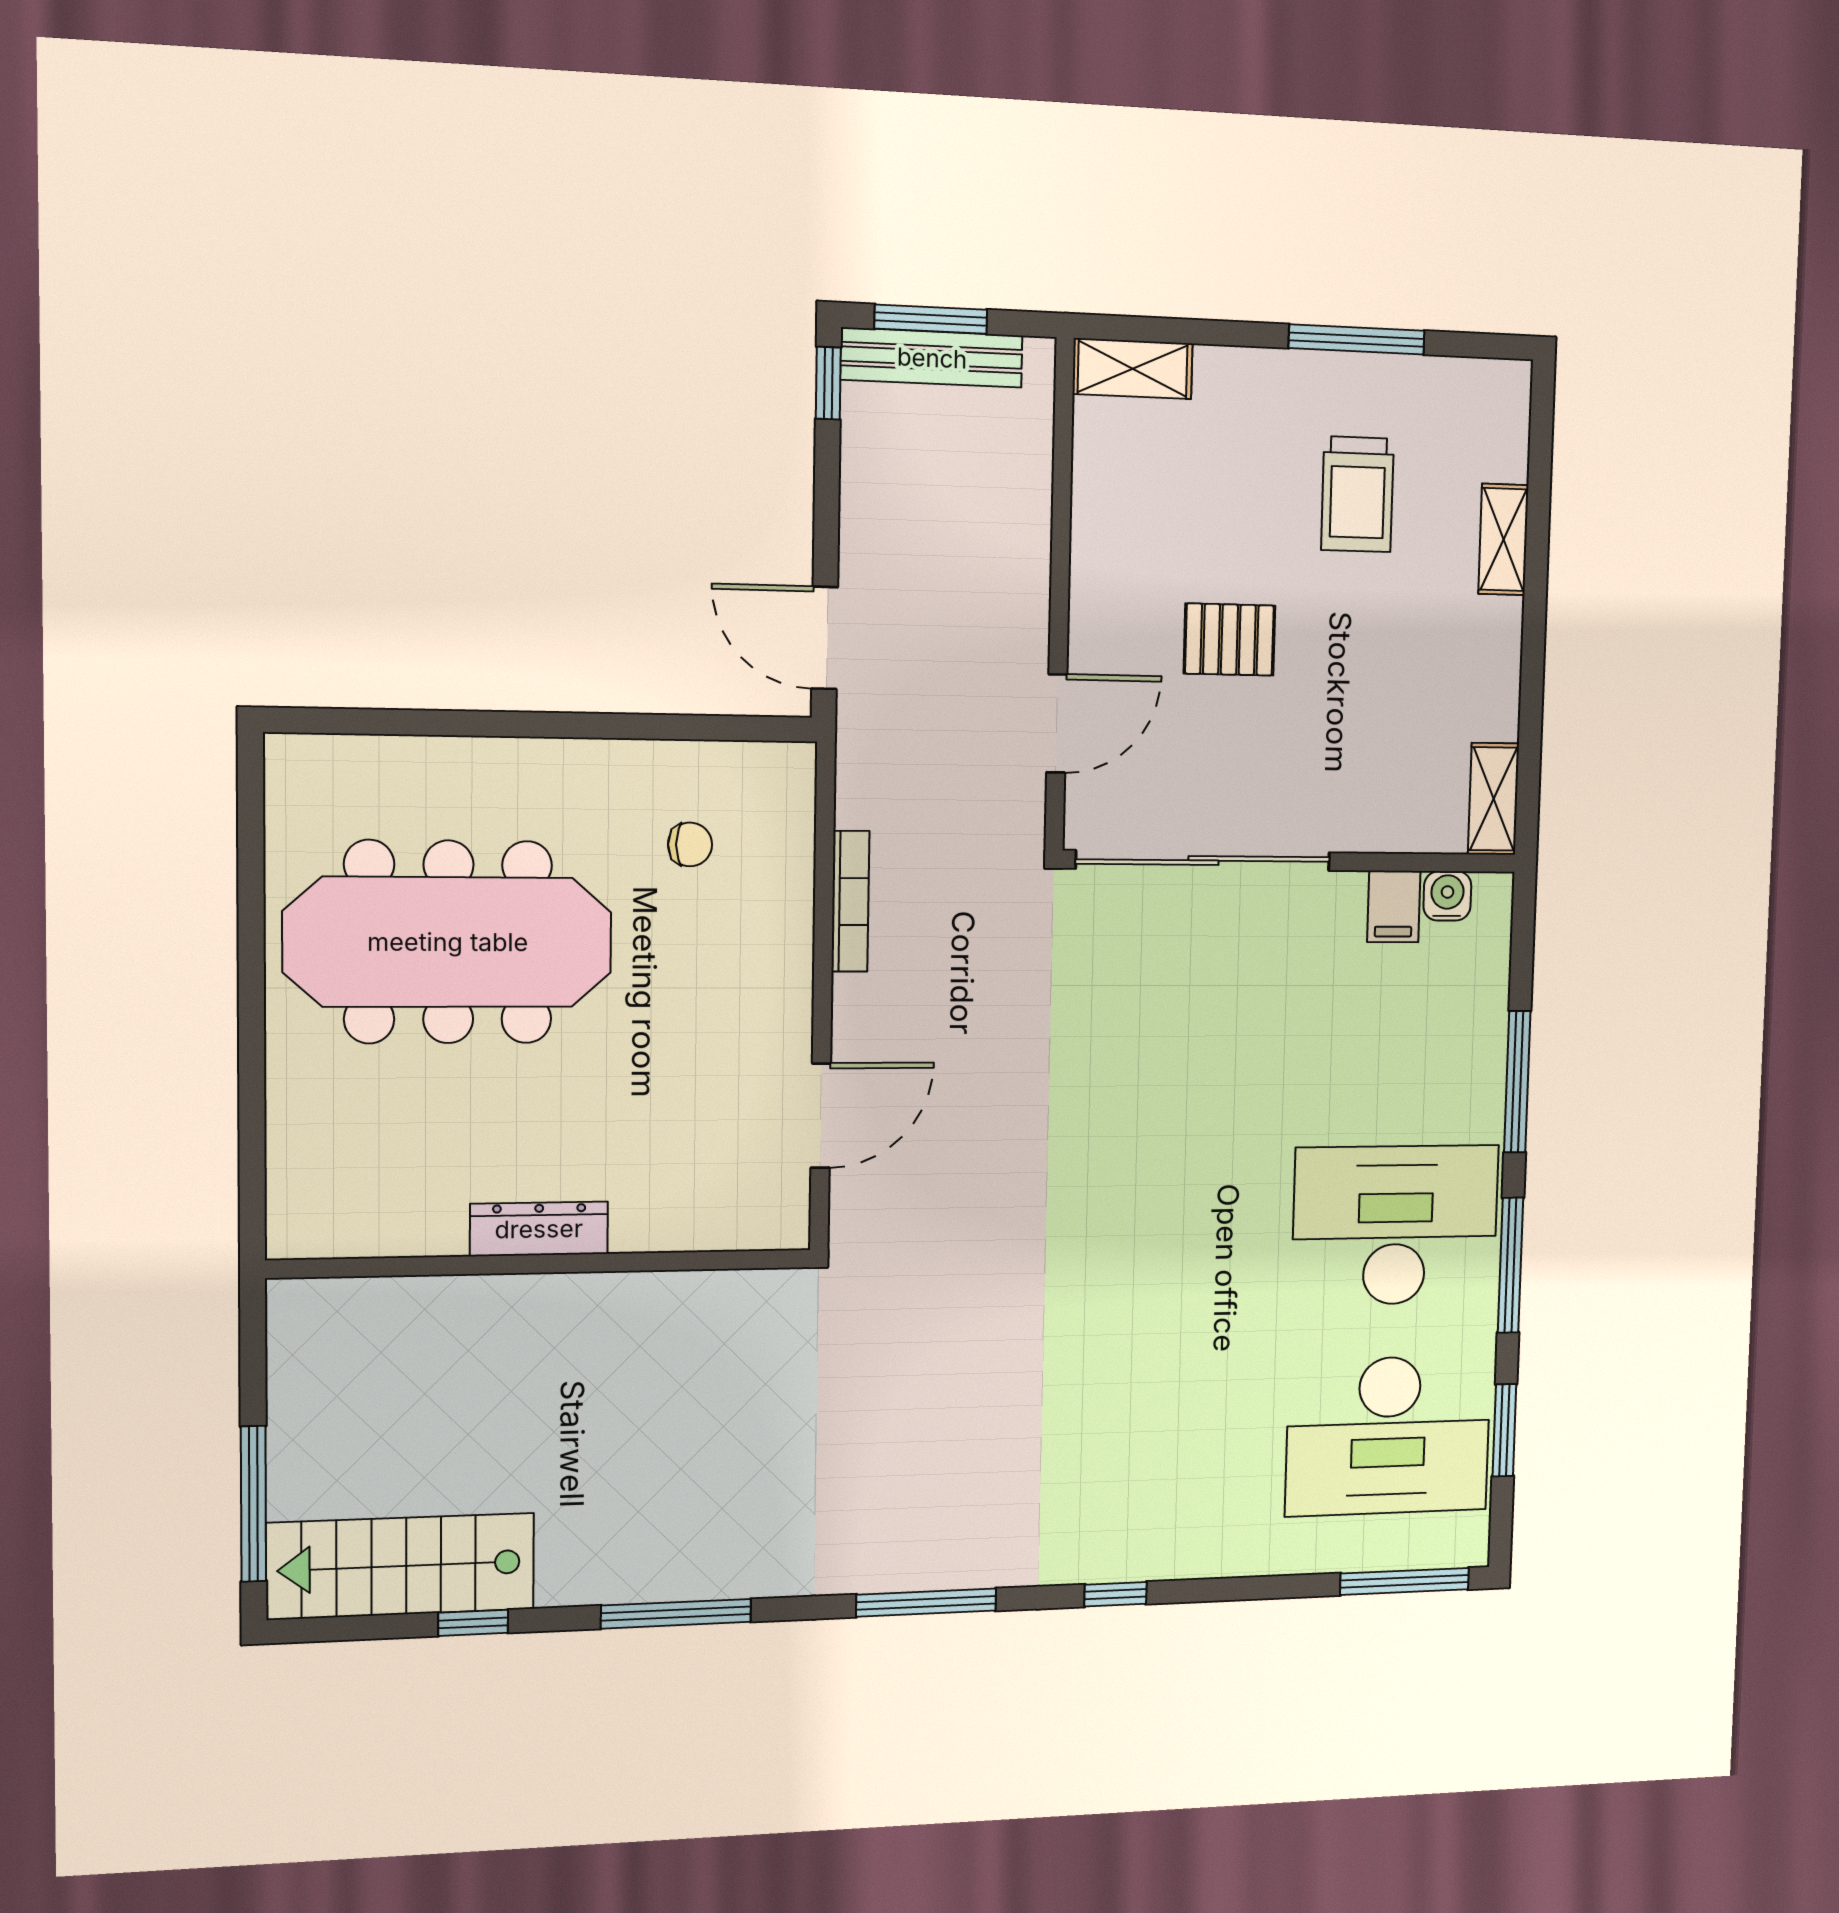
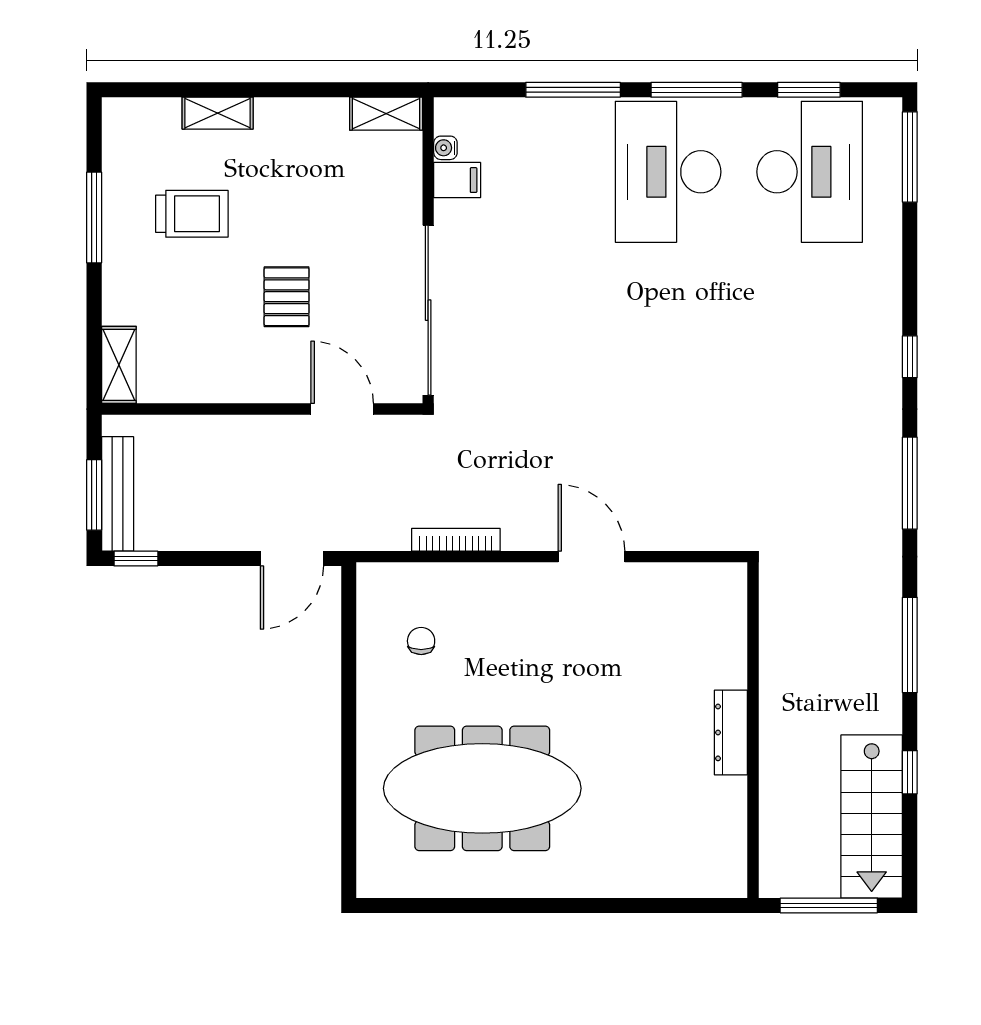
water cooler: (1447, 896) -> (445, 148), width x0.72, depth x0.72
meeting table: (448, 942) -> (482, 788), turned 90
dresser: (539, 1229) -> (731, 732), moved
wall: (543, 1264) -> (753, 730), moved

